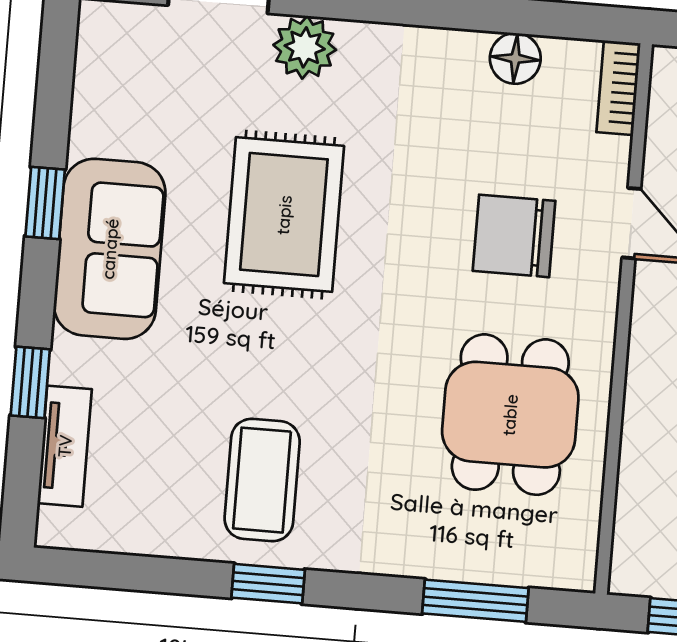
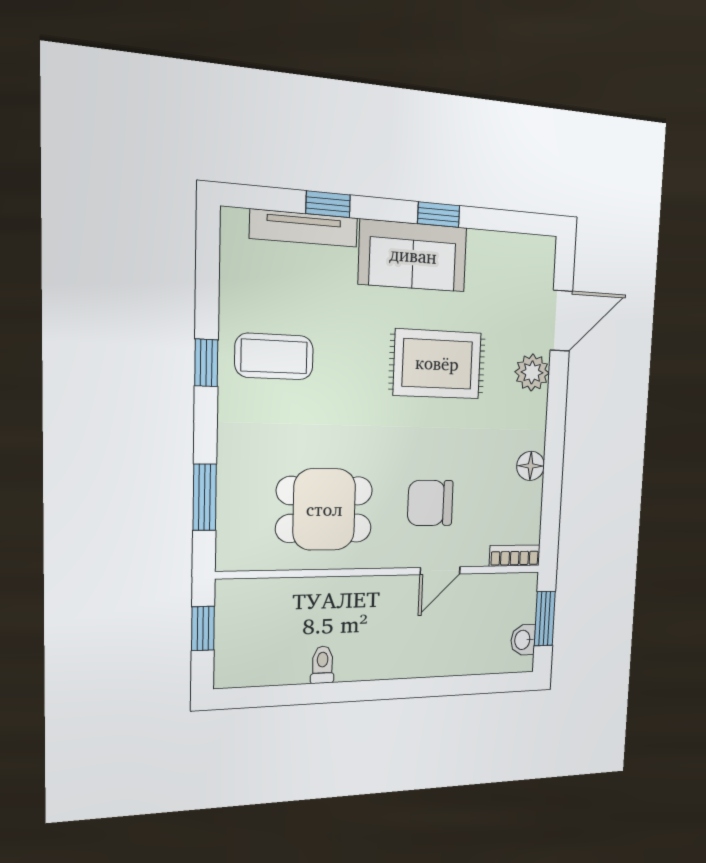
floor lamp: (515, 58) -> (531, 466), moved
chair: (514, 236) -> (430, 503), turned -90
tv unit: (65, 446) -> (304, 228), width x1.41

